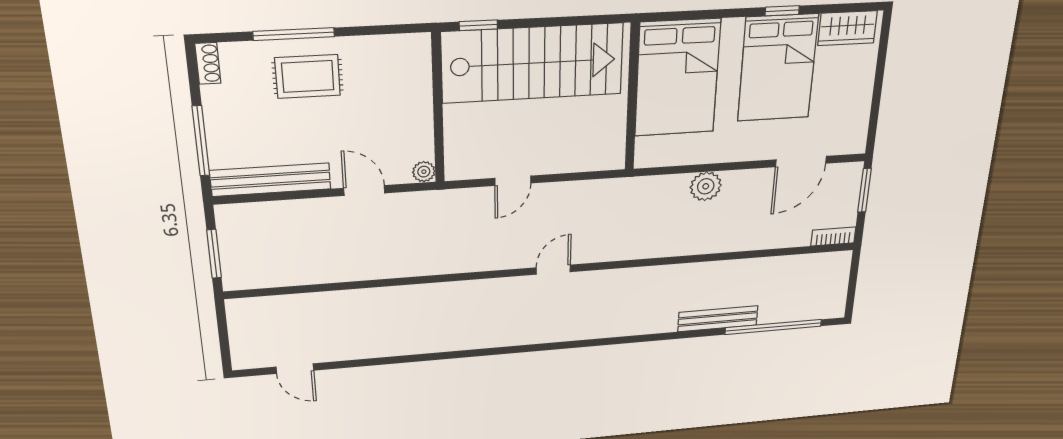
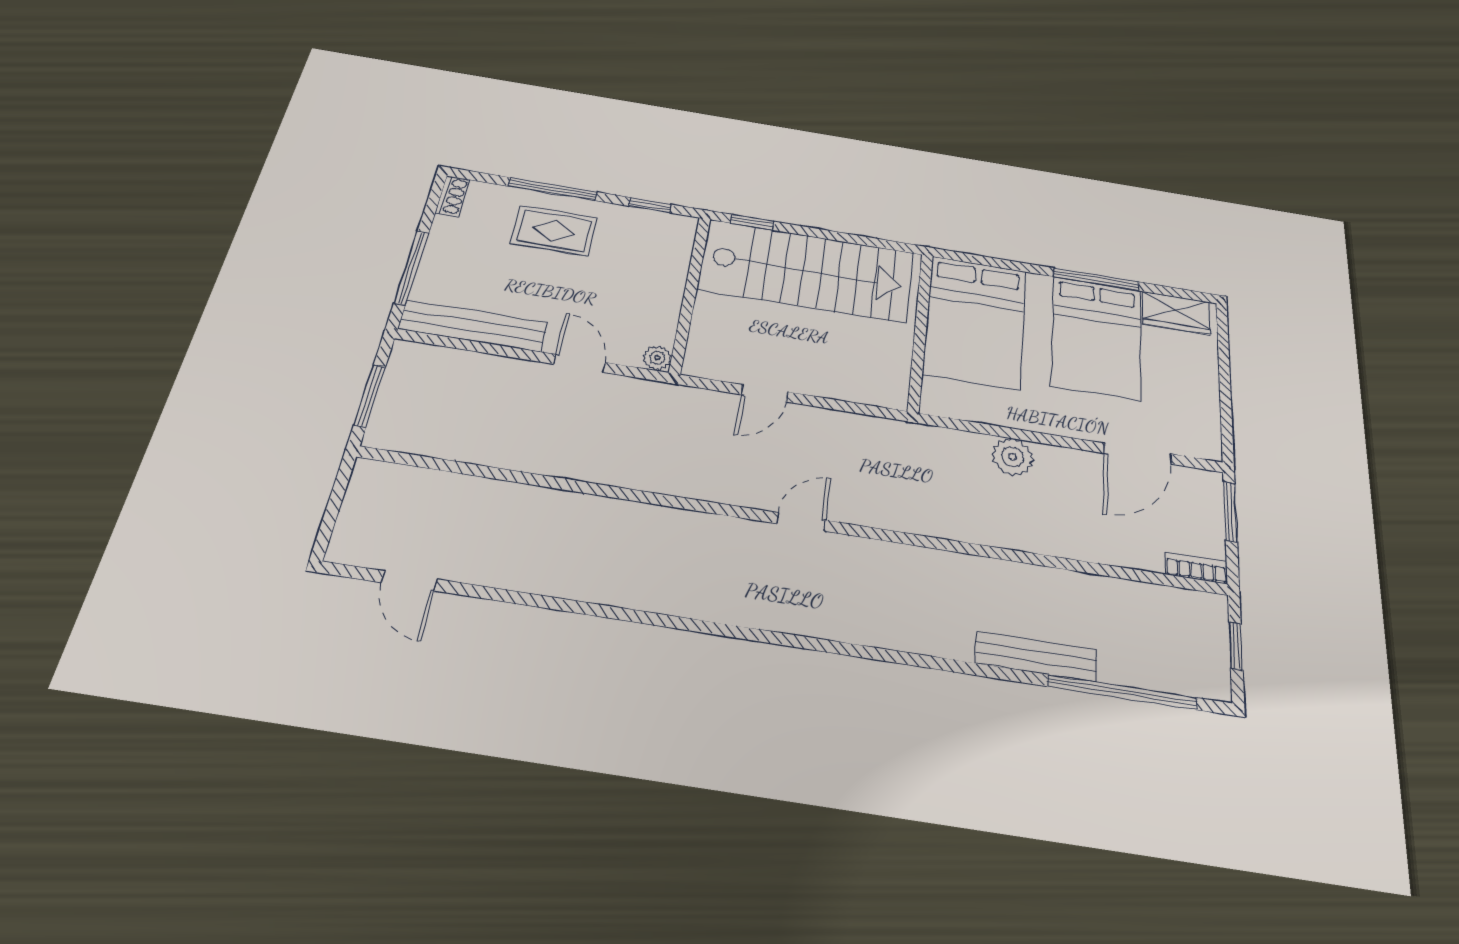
window: (782, 11) -> (1096, 279), width x2.17
window: (384, 30) -> (650, 205), added
window: (853, 282) -> (1236, 646), added

